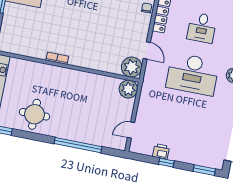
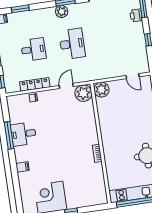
desk: (193, 74) -> (72, 44), width x0.73, depth x0.77
printer: (161, 151) -> (136, 15), moved

